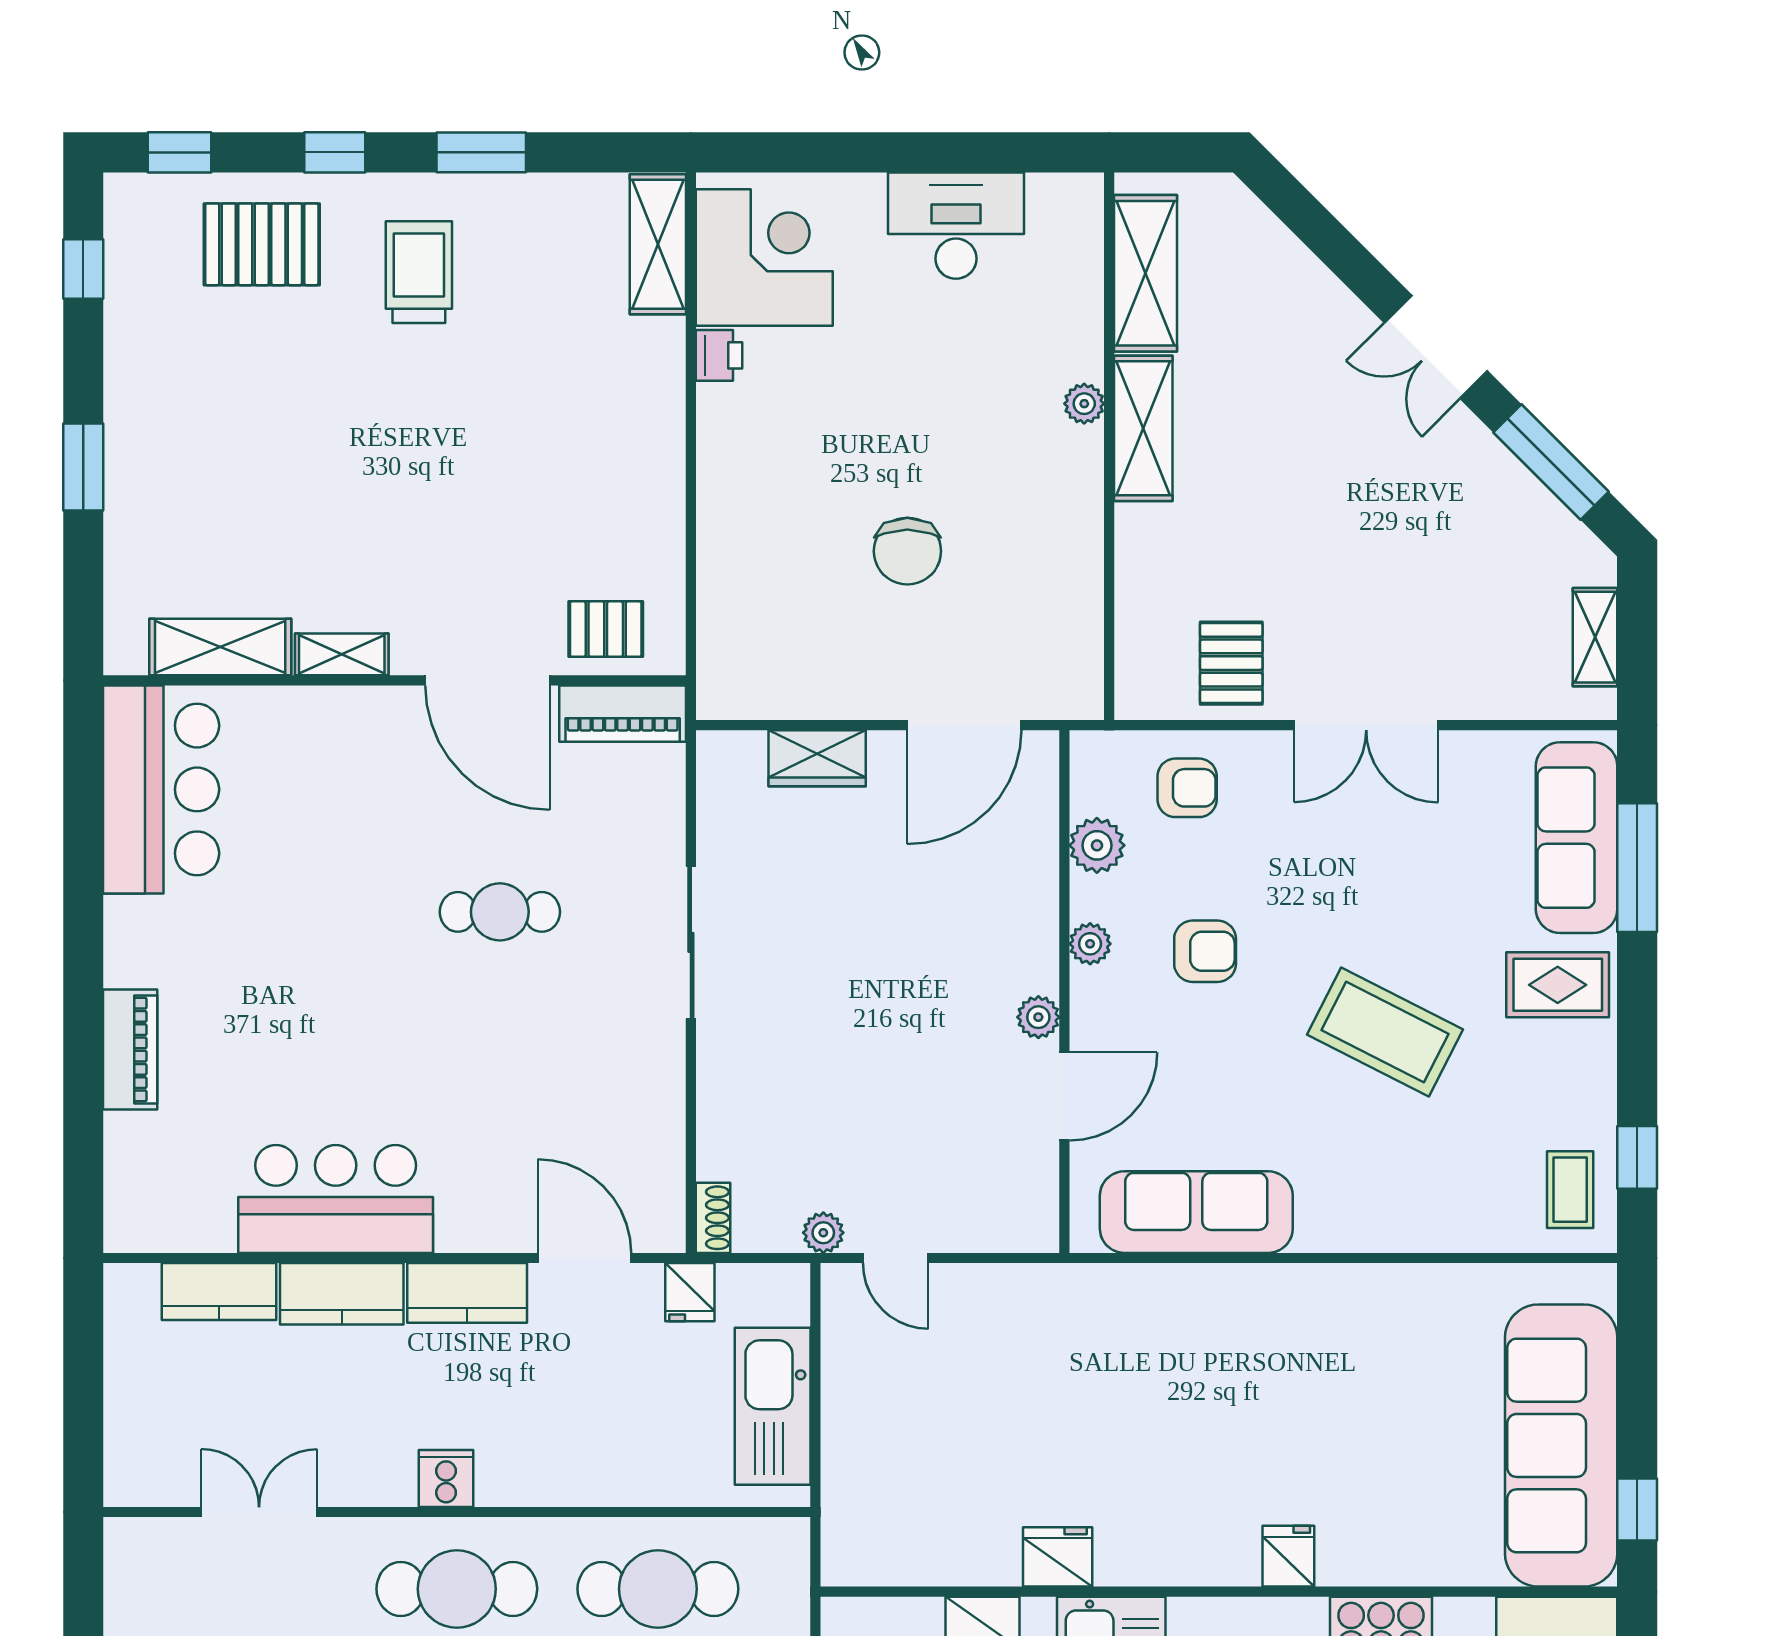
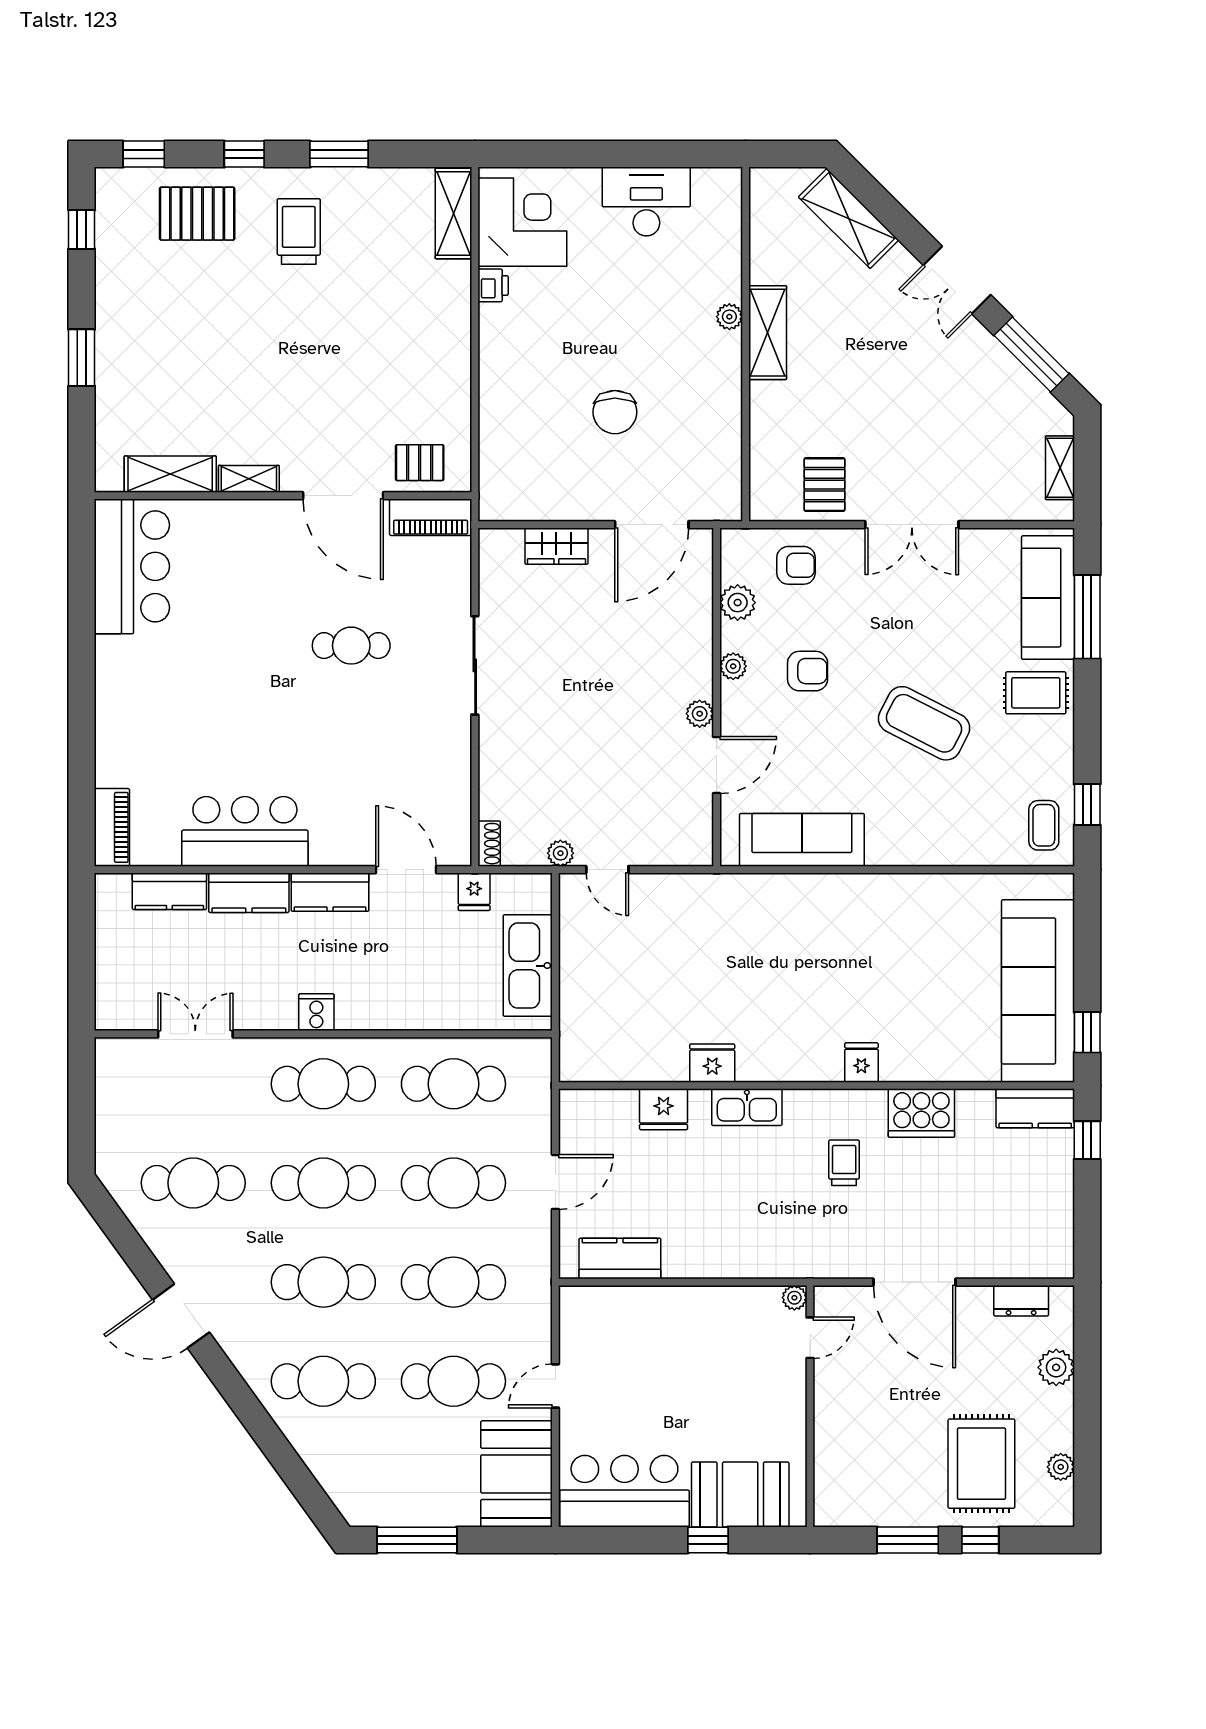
shelving: (1146, 273) -> (849, 219), moved, turned -45
piano: (130, 1050) -> (112, 827), moved

